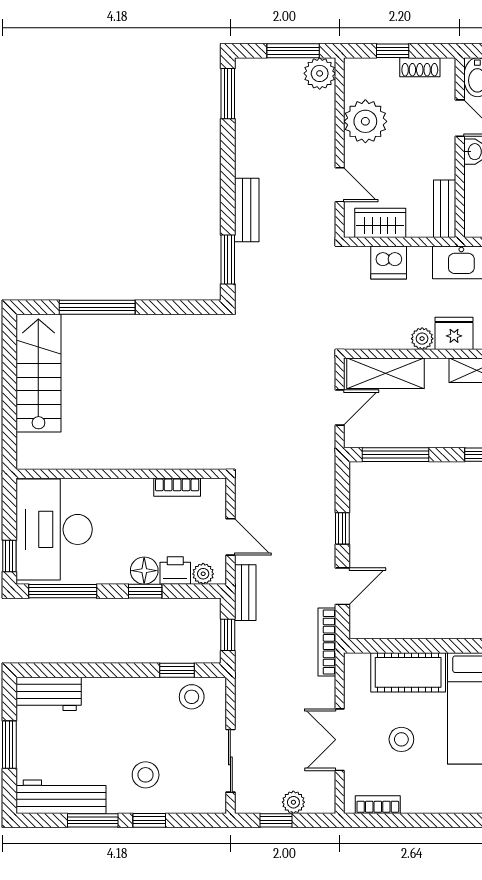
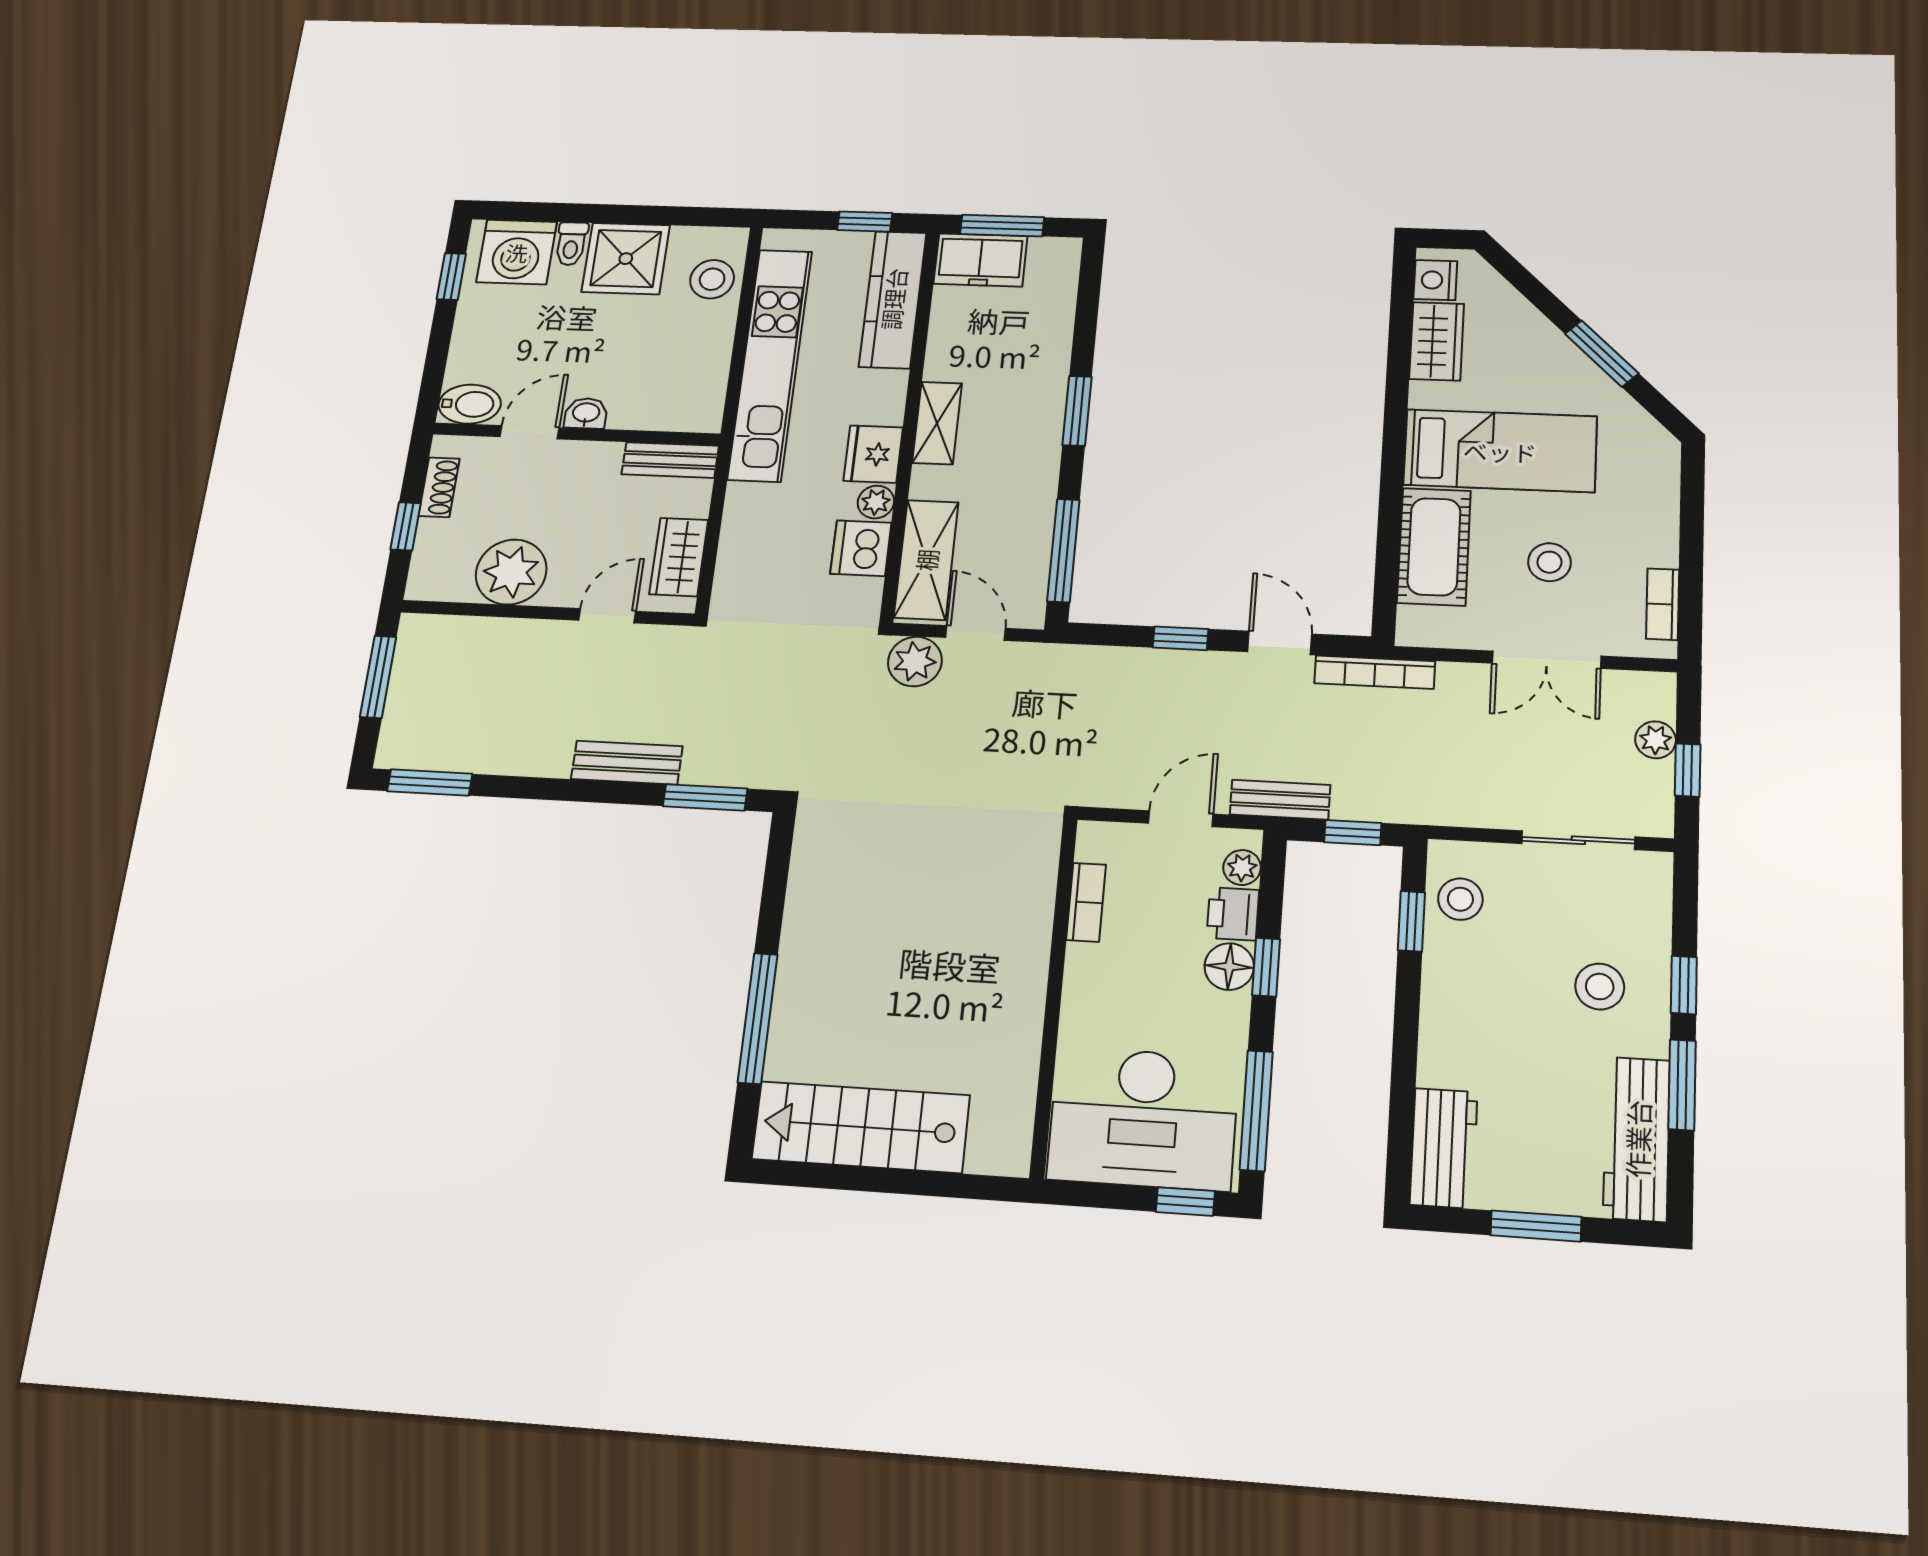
plant: (320, 73) -> (915, 661), moved
dishwasher: (389, 262) -> (861, 548), moved, turned 180

